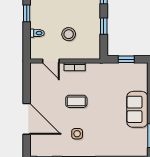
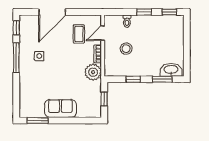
plant: (96, 72) -> (93, 72), added
coffee table: (76, 101) -> (79, 34), moved

